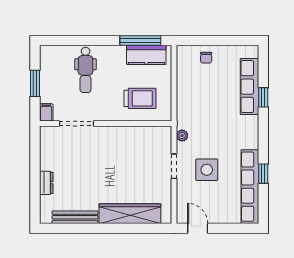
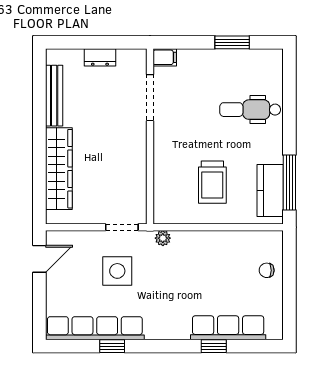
filing cabinet: (46, 112) -> (165, 57), moved
doorway: (77, 124) -> (150, 98), moved
wall: (106, 124) -> (150, 136), moved

